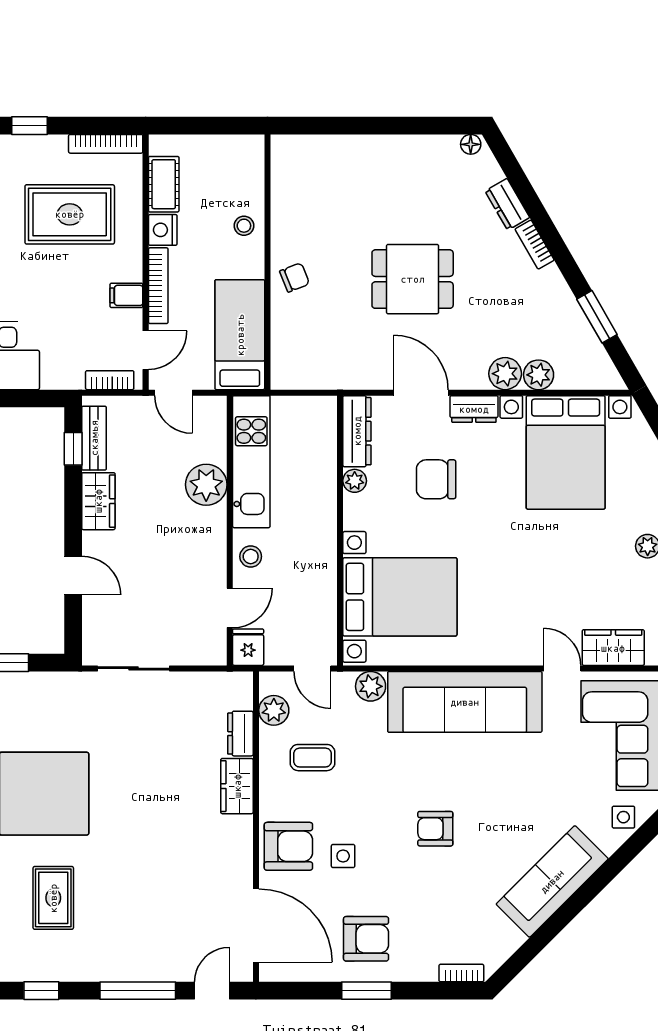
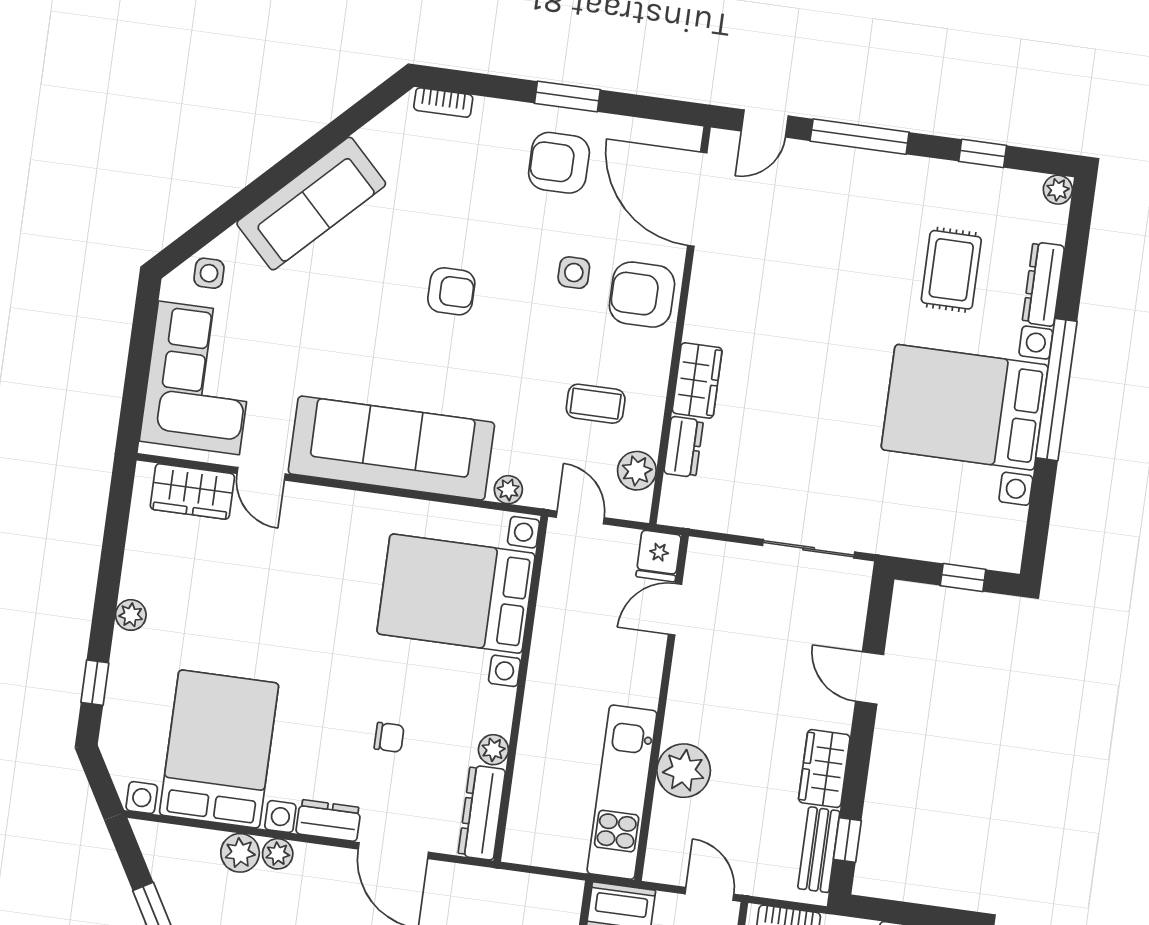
plant: (505, 374) -> (278, 854), width x0.73, depth x0.73
chair: (436, 479) -> (389, 737), width x0.54, depth x0.54
stool: (251, 556) -> (639, 671), removed
plant: (371, 686) -> (508, 490), width x0.73, depth x0.73

